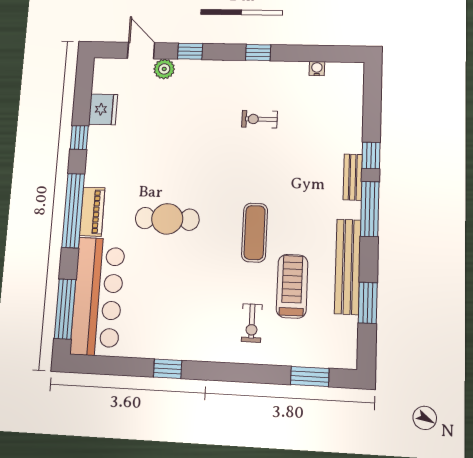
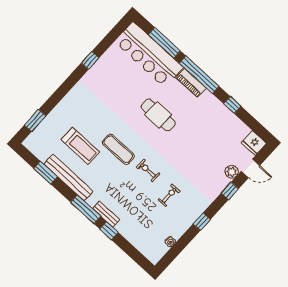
fridge: (103, 109) -> (254, 143), moved
cafe table: (167, 219) -> (158, 115), turned 90
window: (65, 309) -> (164, 43), moved
exercise bike: (252, 323) -> (148, 171), moved

